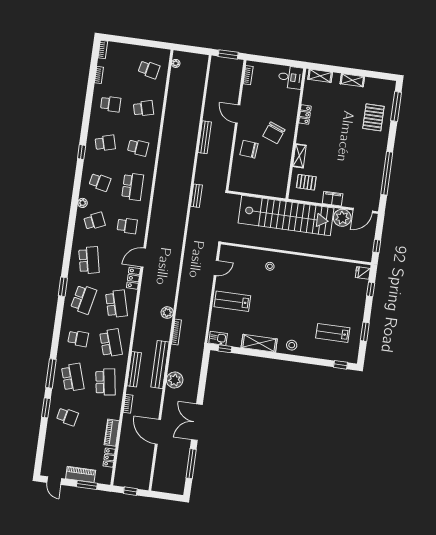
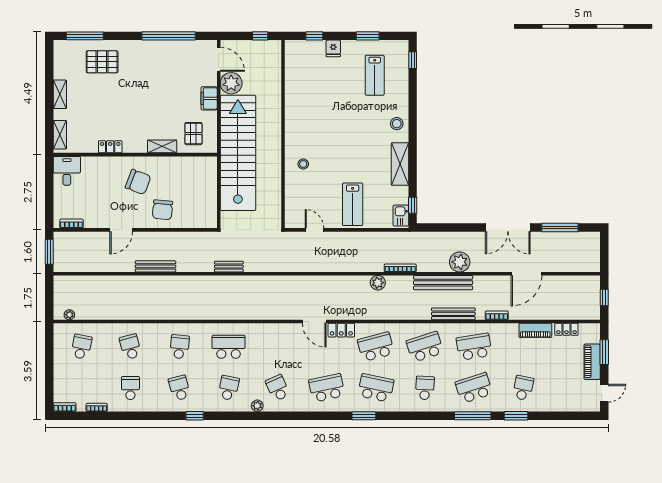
school desk: (127, 226) -> (278, 347), removed
fridge: (363, 273) -> (333, 48), moved

